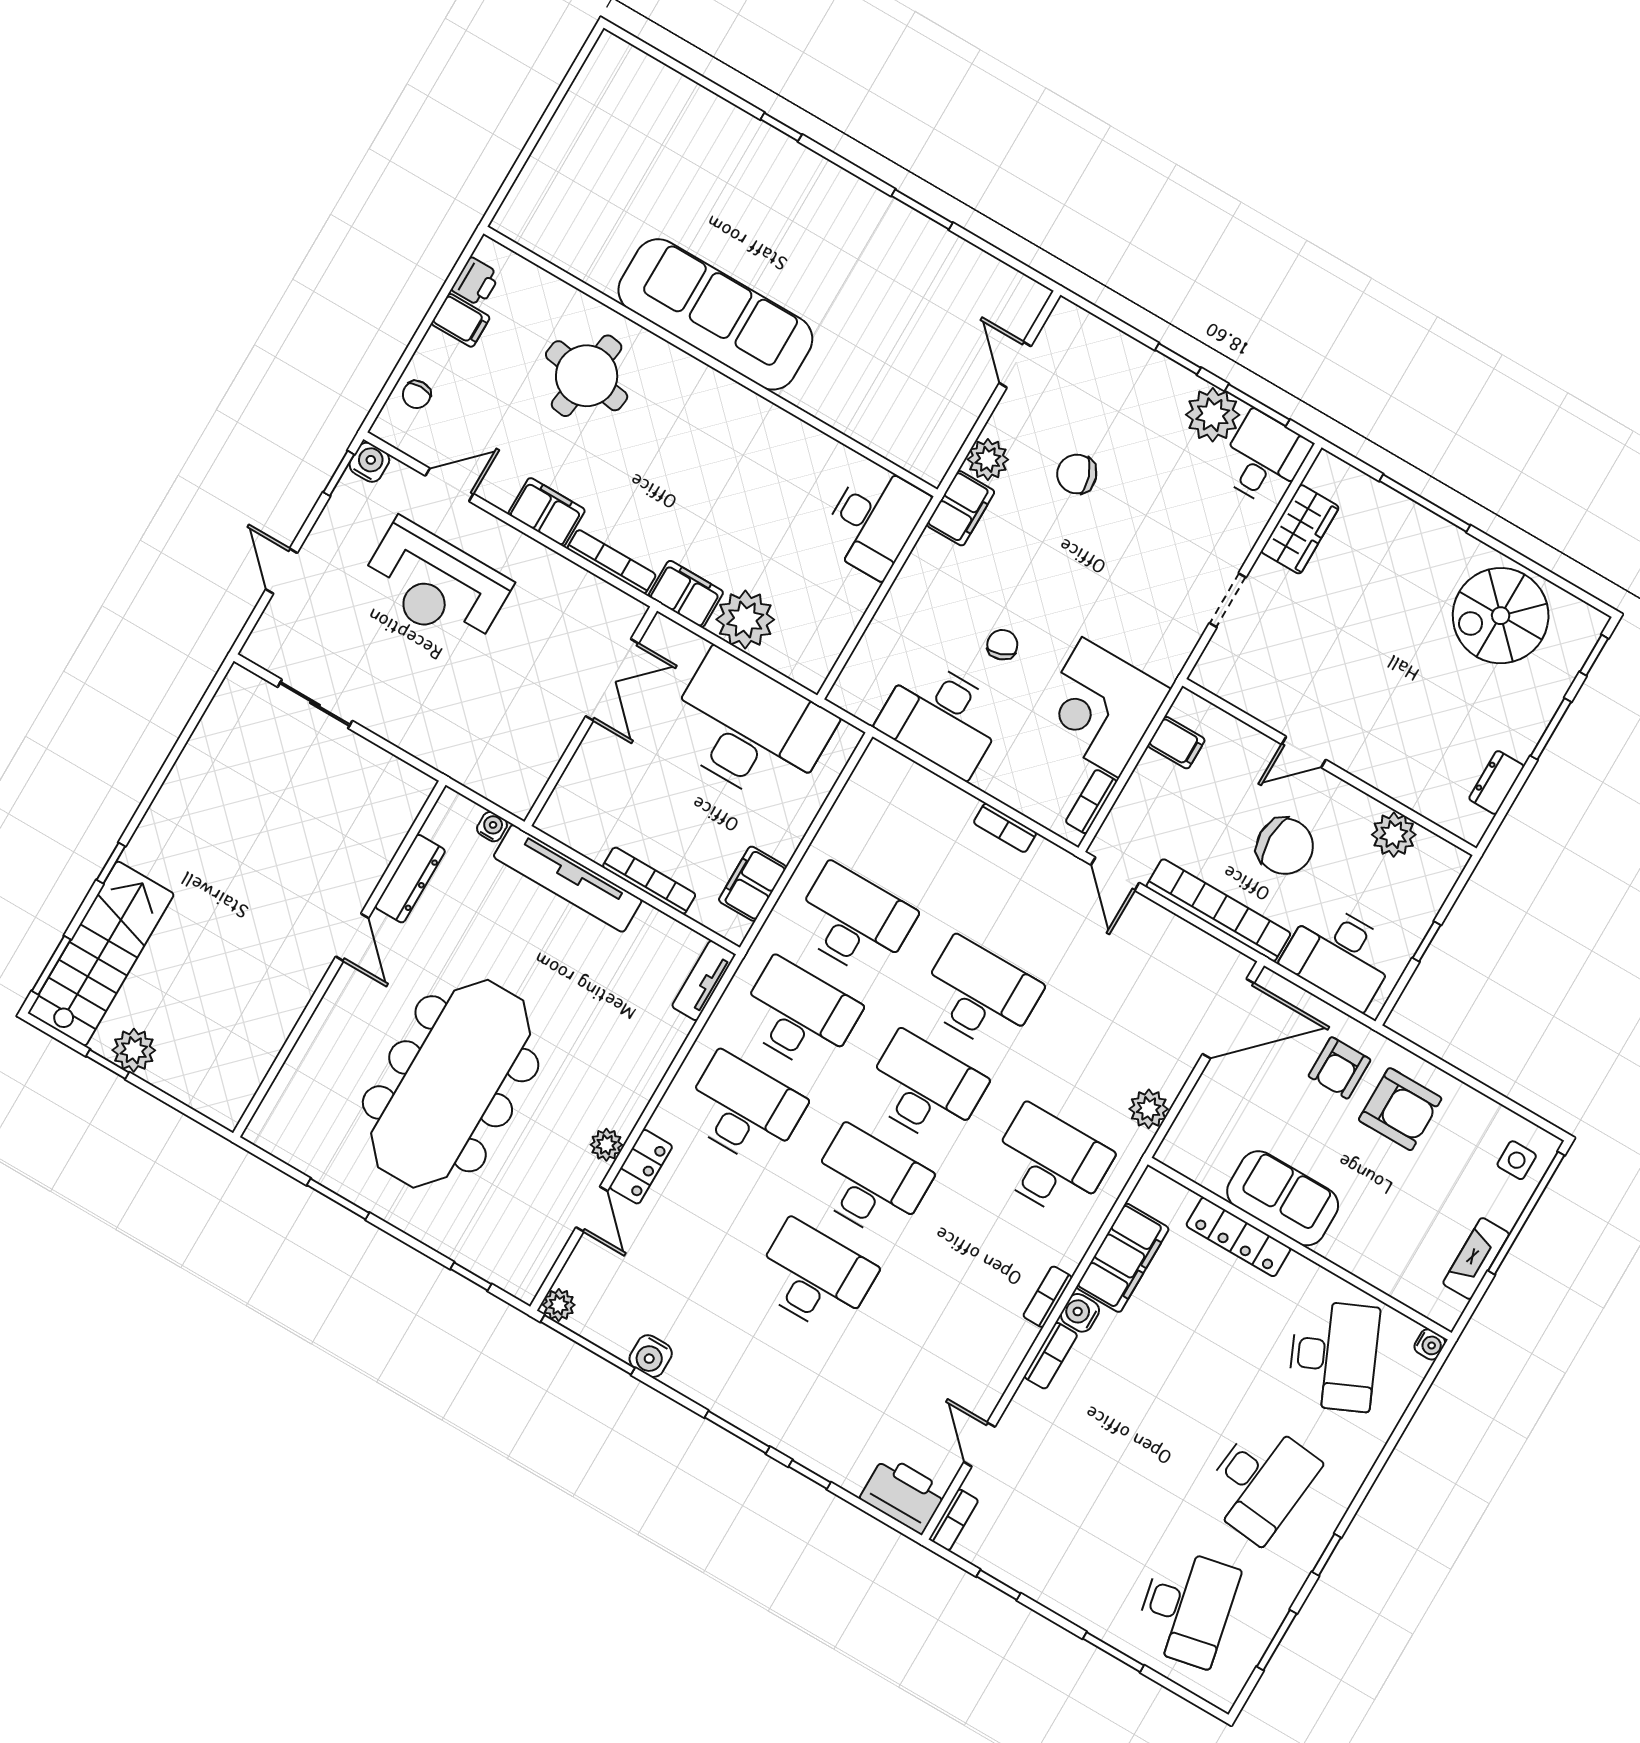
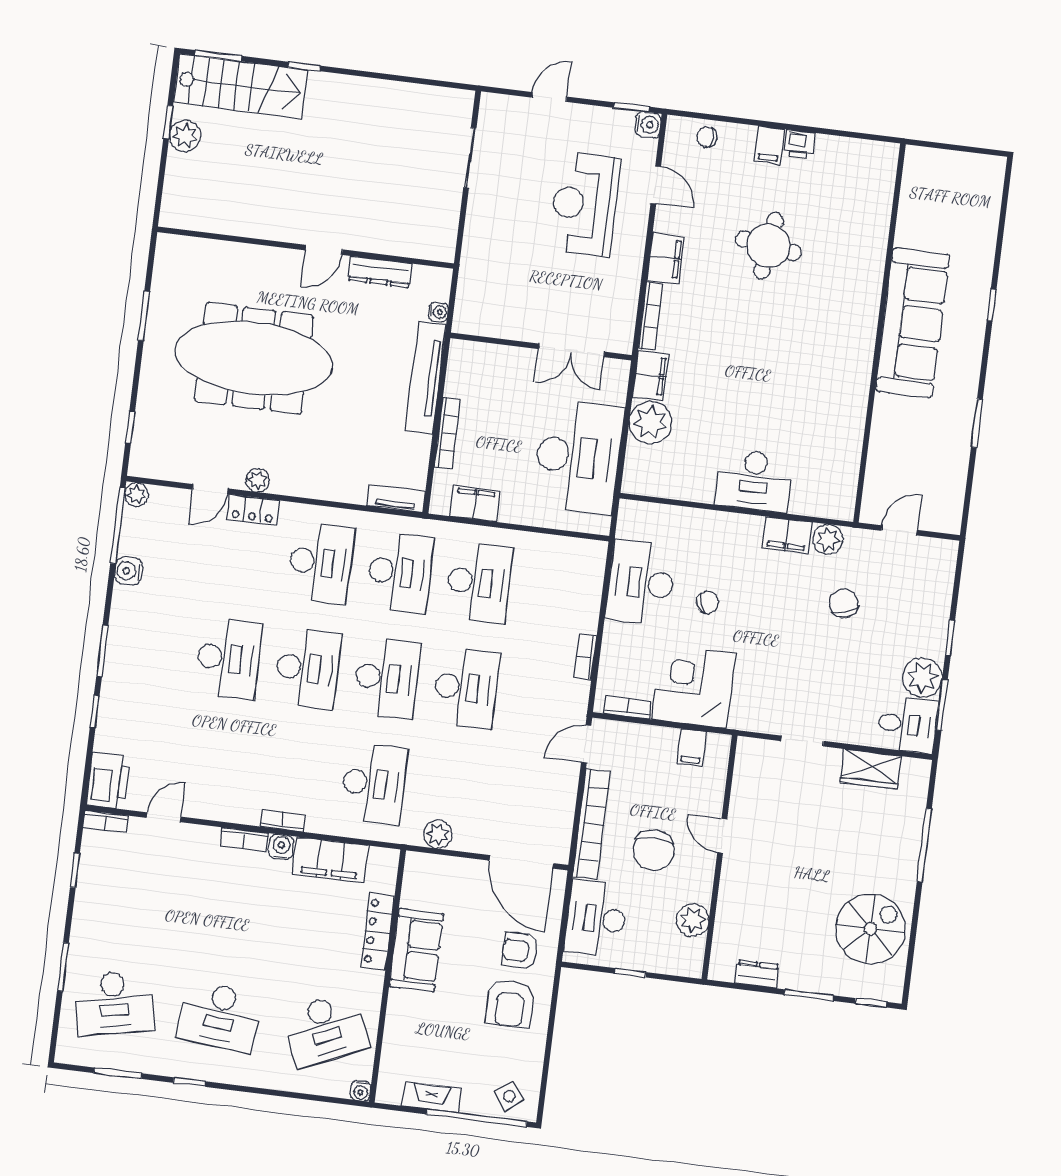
sofa: (715, 314) -> (913, 323), moved
wall: (710, 362) -> (879, 333), moved
spiral stairs: (1501, 616) -> (870, 929), turned 90
side table: (1517, 1160) -> (509, 1096), turned -37

